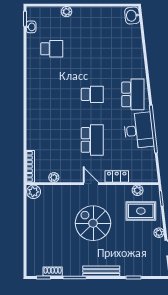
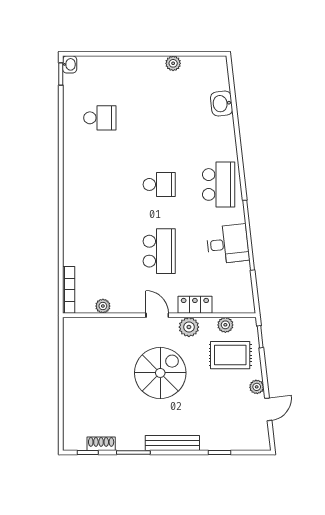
plant: (67, 12) -> (173, 63), moved
washbasin: (132, 16) -> (222, 104), moved
washbasin: (31, 27) -> (70, 64), moved
desk: (139, 130) -> (228, 244), width x0.73
plant: (34, 192) -> (189, 327), moved
spiral stairs: (93, 223) -> (160, 373), turned 90

